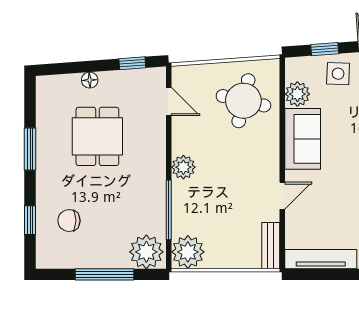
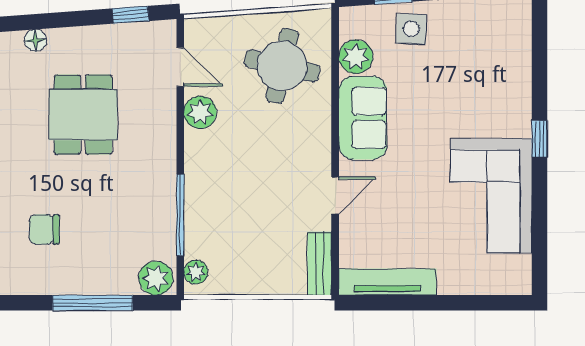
floor lamp: (90, 80) -> (36, 40), moved
plant: (183, 167) -> (200, 112), moved
plant: (146, 252) -> (156, 278), width x0.73, depth x0.73
plant: (188, 252) -> (196, 272), width x0.53, depth x0.53

